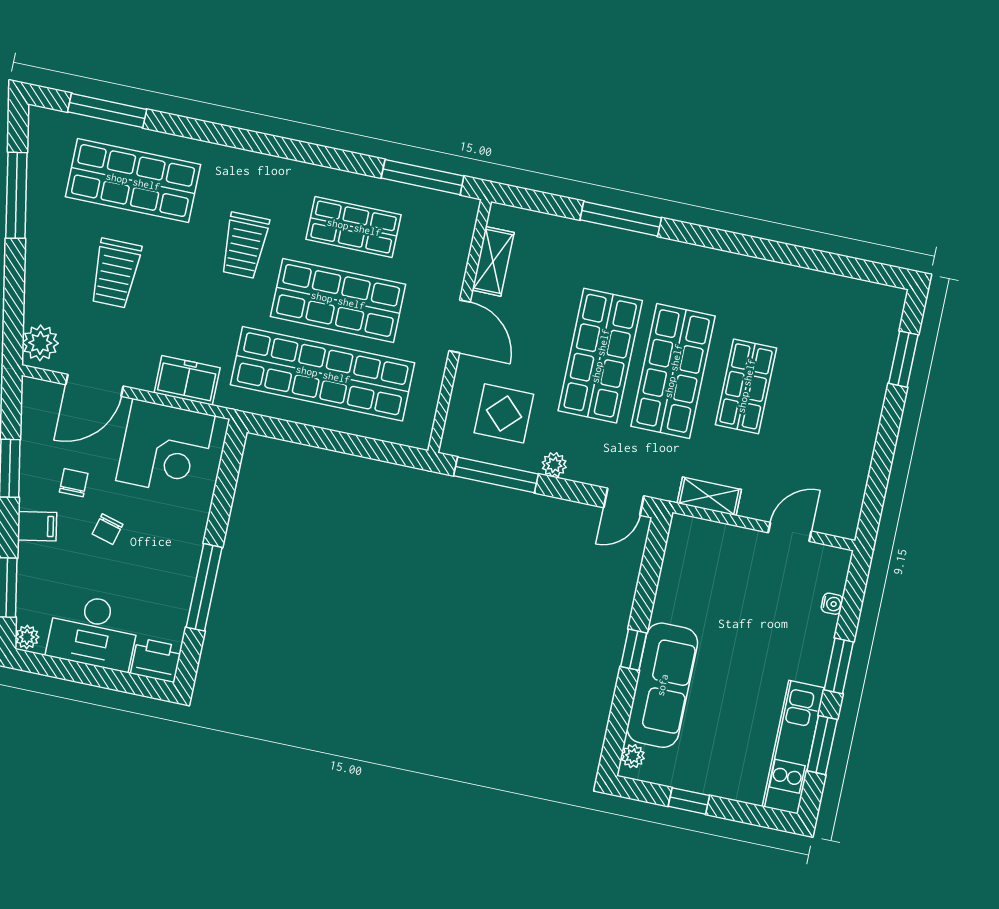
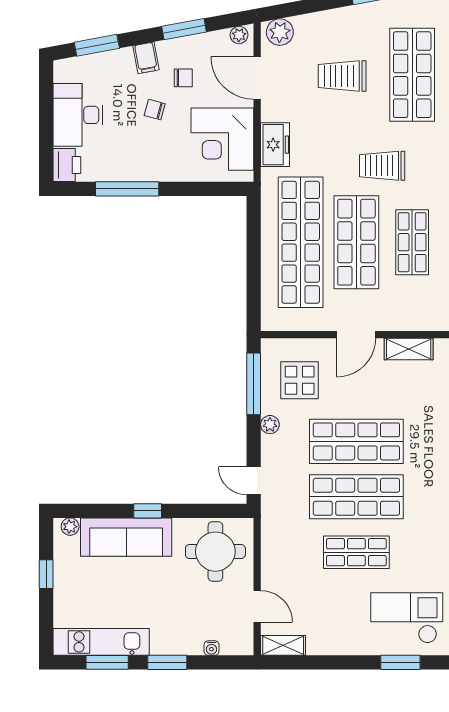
checkout: (847, 338) -> (407, 618), added
shelving: (709, 496) -> (283, 645), moved, turned 90
round table: (706, 572) -> (215, 552), added
plant: (27, 637) -> (239, 35), moved

